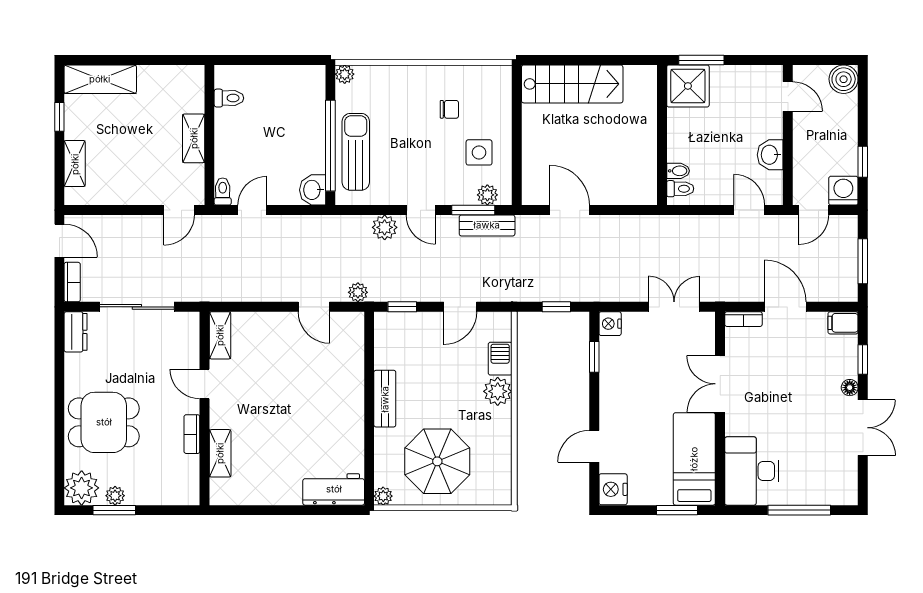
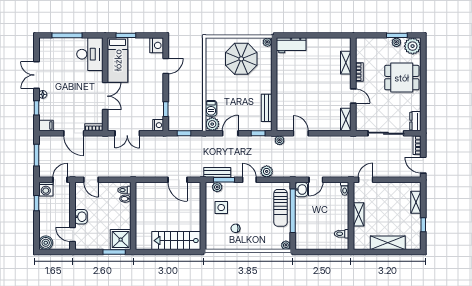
shelving: (100, 79) -> (388, 243), moved
washbasin: (770, 155) -> (81, 217), moved
door: (252, 210) -> (316, 180), moved
plant: (498, 391) -> (212, 124), moved
bench: (385, 399) -> (267, 108), moved

